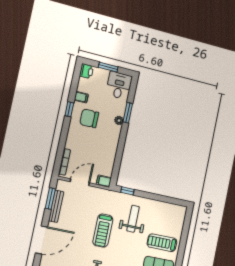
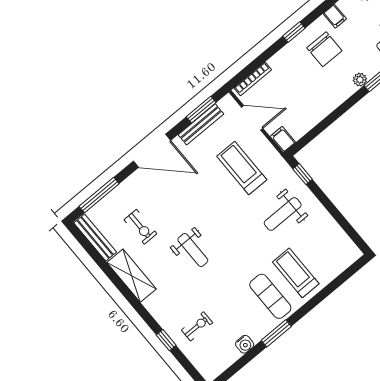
window: (69, 109) -> (294, 32), moved
chair: (89, 118) -> (324, 49), turned 180
weight bench: (133, 219) -> (283, 214), turned 180
treadmill: (103, 231) -> (242, 168), moved, turned 90

